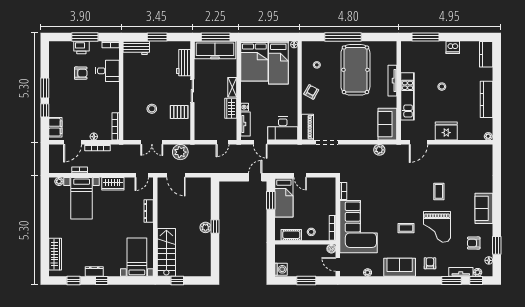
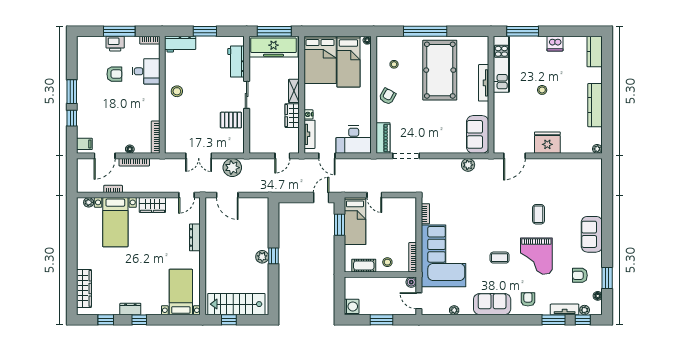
kitchen unit: (407, 96) -> (501, 64), moved
stool: (152, 109) -> (177, 91), moved
filing cabinet: (55, 127) -> (84, 144), width x0.50
stairs: (166, 252) -> (236, 304), moved, turned -90

